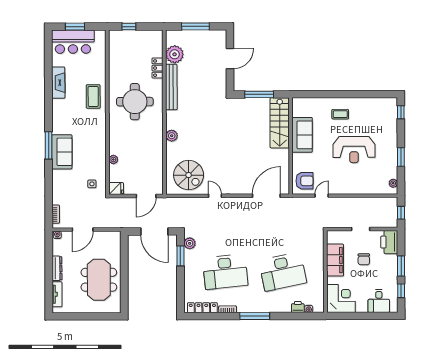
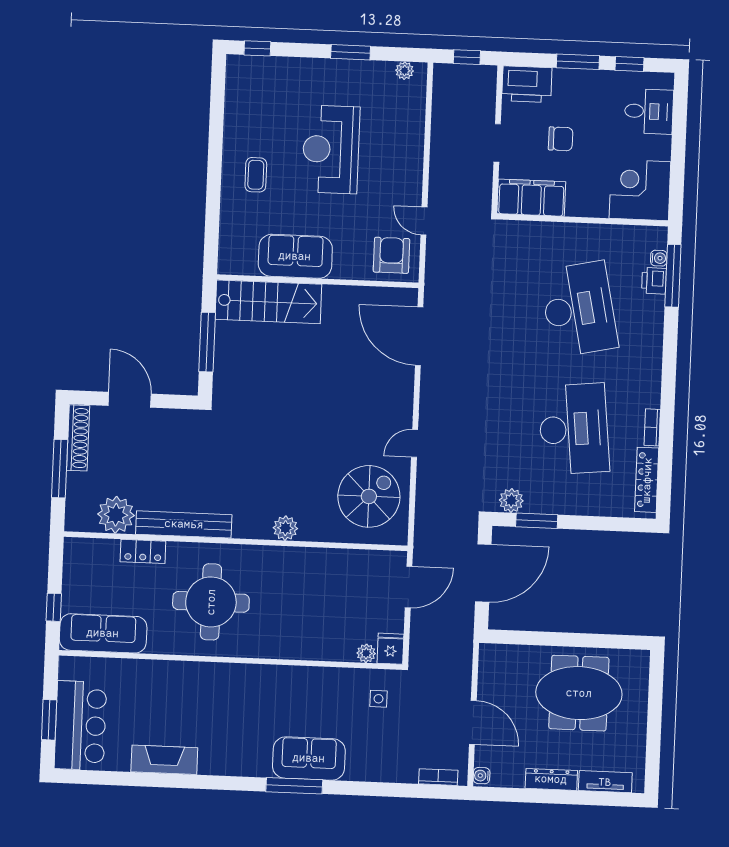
shoe rack: (211, 35) -> (78, 438), added
sofa: (117, 51) -> (103, 633), added
coffee table: (93, 96) -> (196, 688), removed
reception desk: (354, 150) -> (331, 149), turned 180
plant: (113, 159) -> (366, 653), moved
door: (146, 196) -> (409, 587), hinge flipped
filing cabinet: (335, 260) -> (531, 198), moved
window: (255, 316) -> (673, 276), moved

